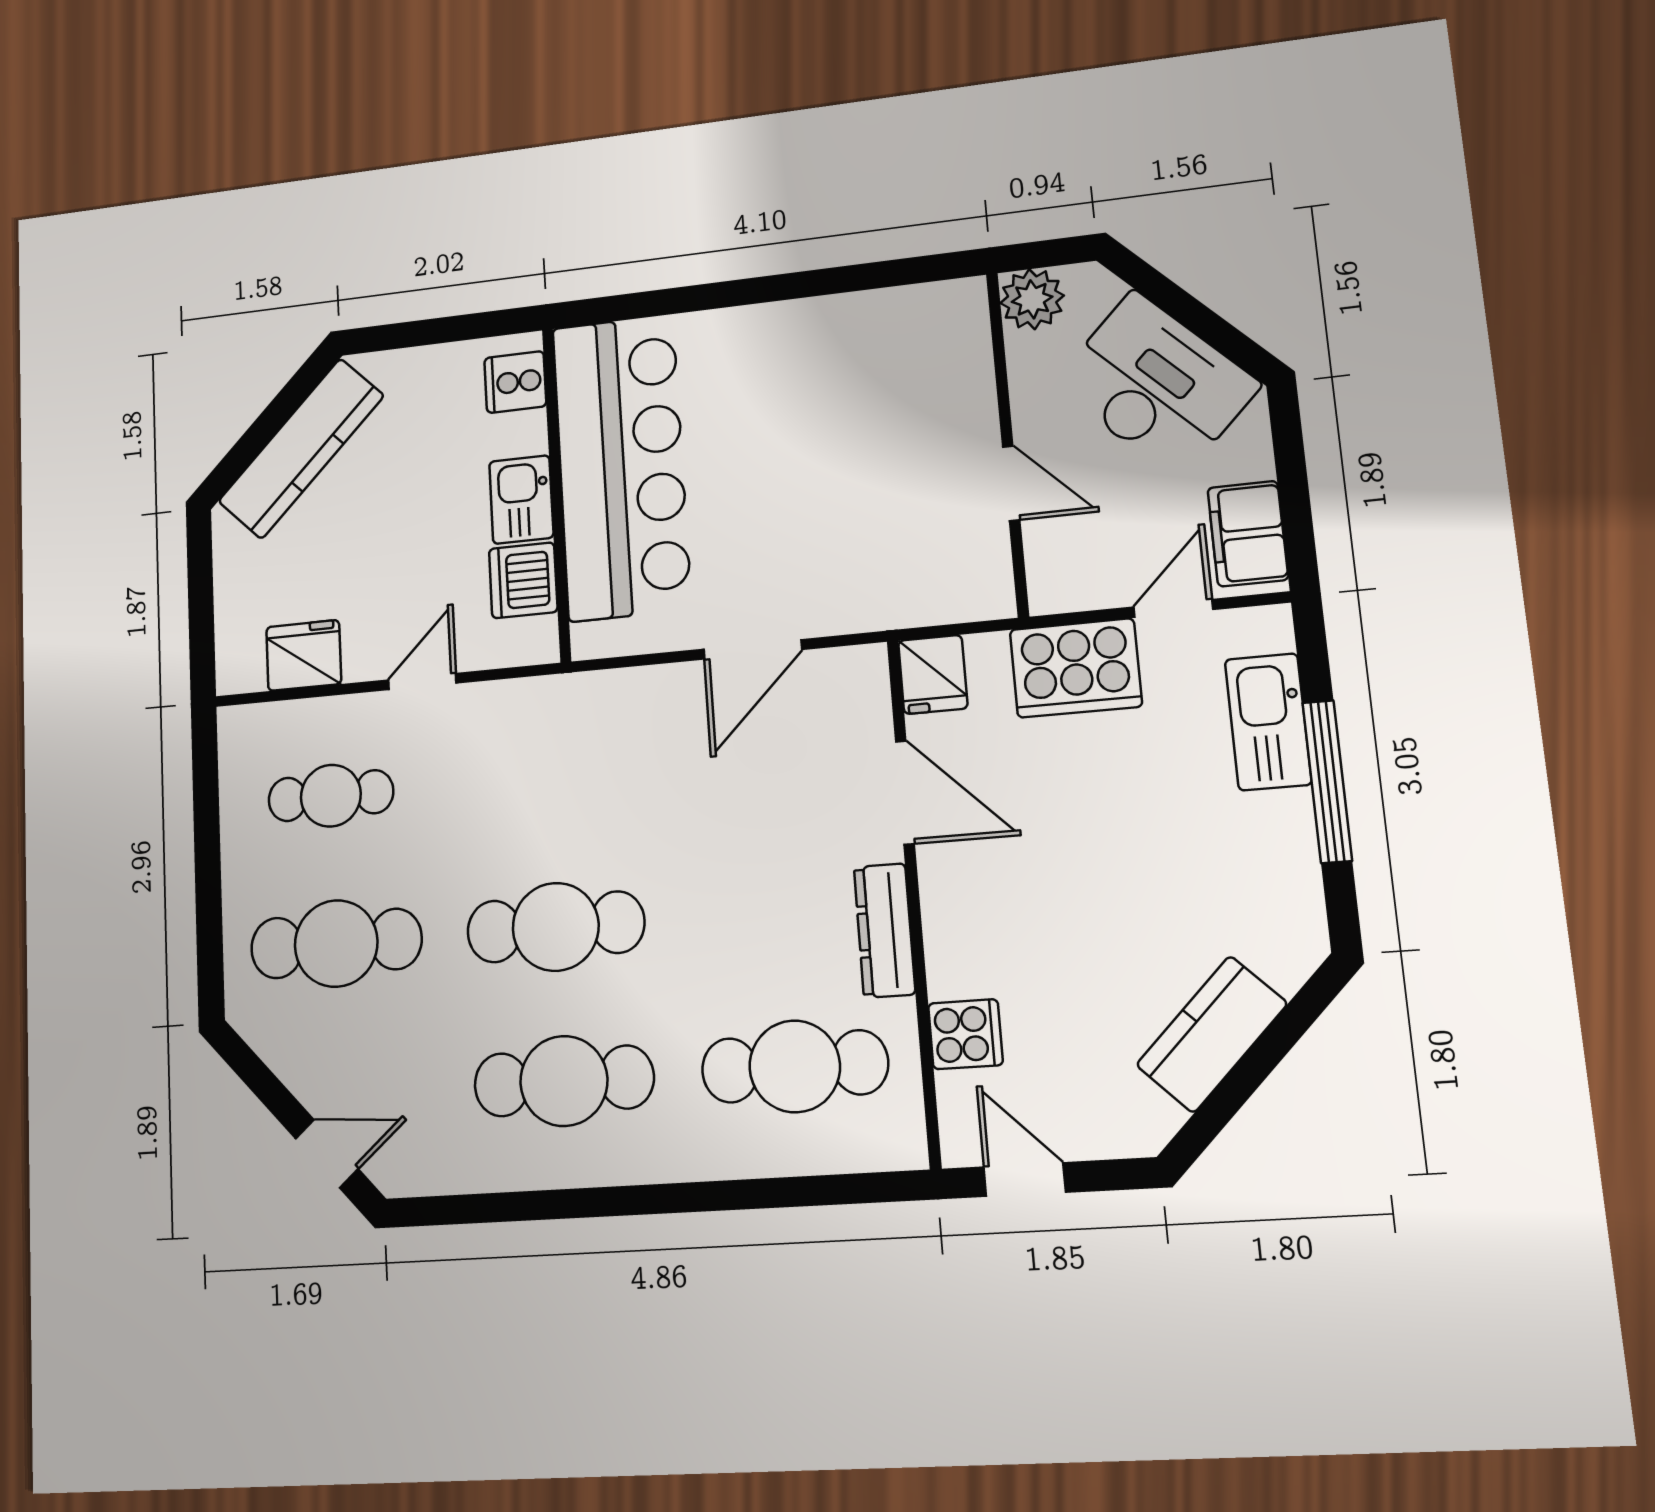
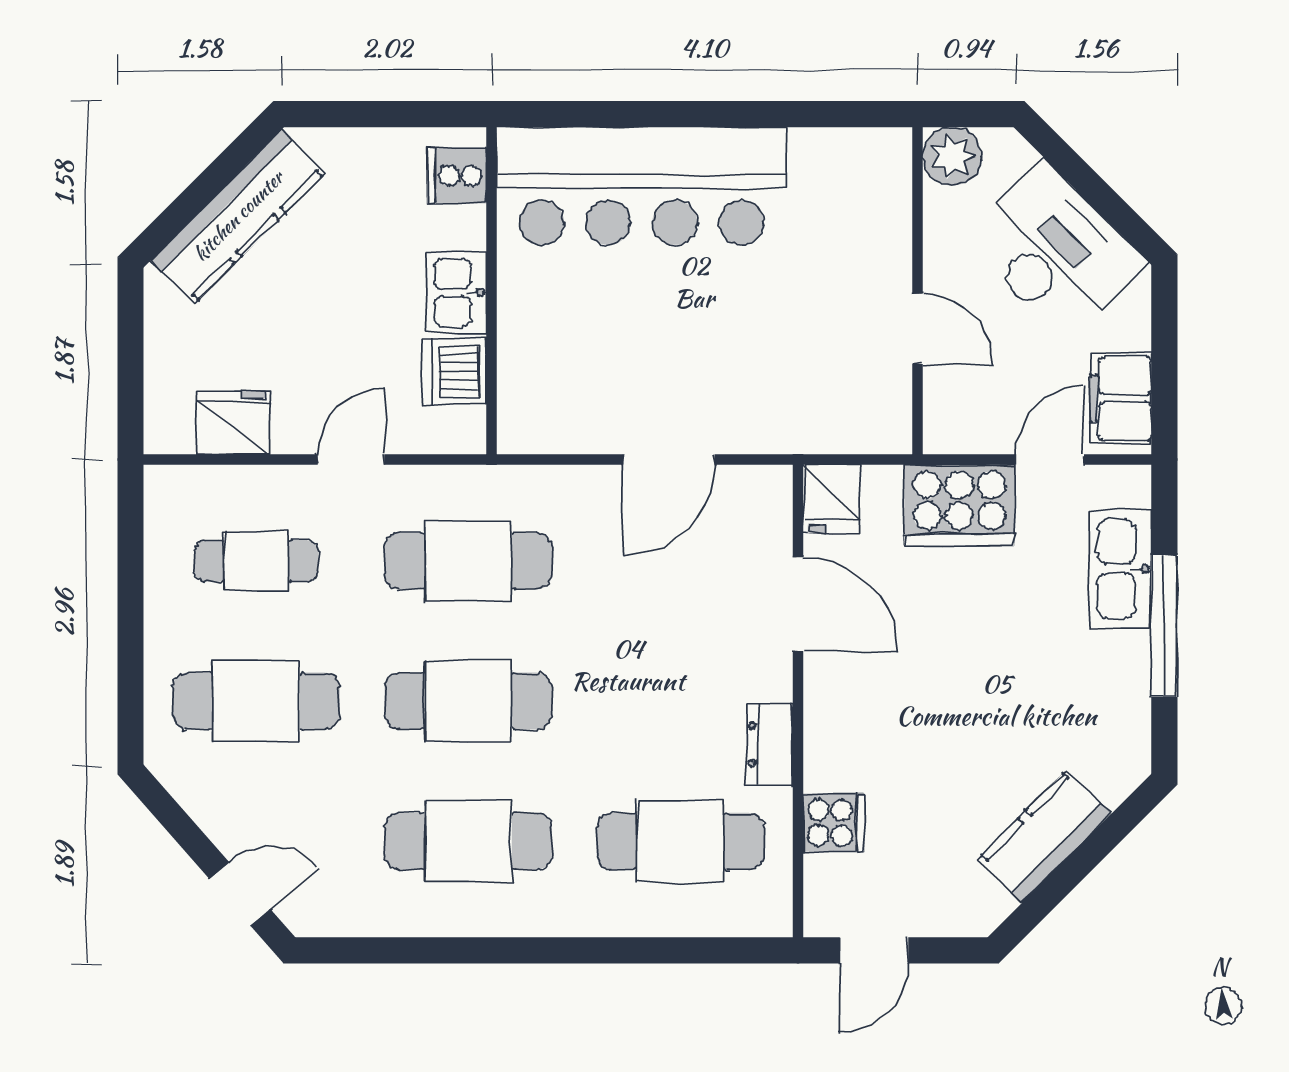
bar counter: (621, 467) -> (642, 186), moved, turned 90
cafe table: (548, 776) -> (468, 561), added
dresser: (885, 930) -> (770, 744), width x0.70
door: (1025, 1180) -> (874, 950), swing flipped

